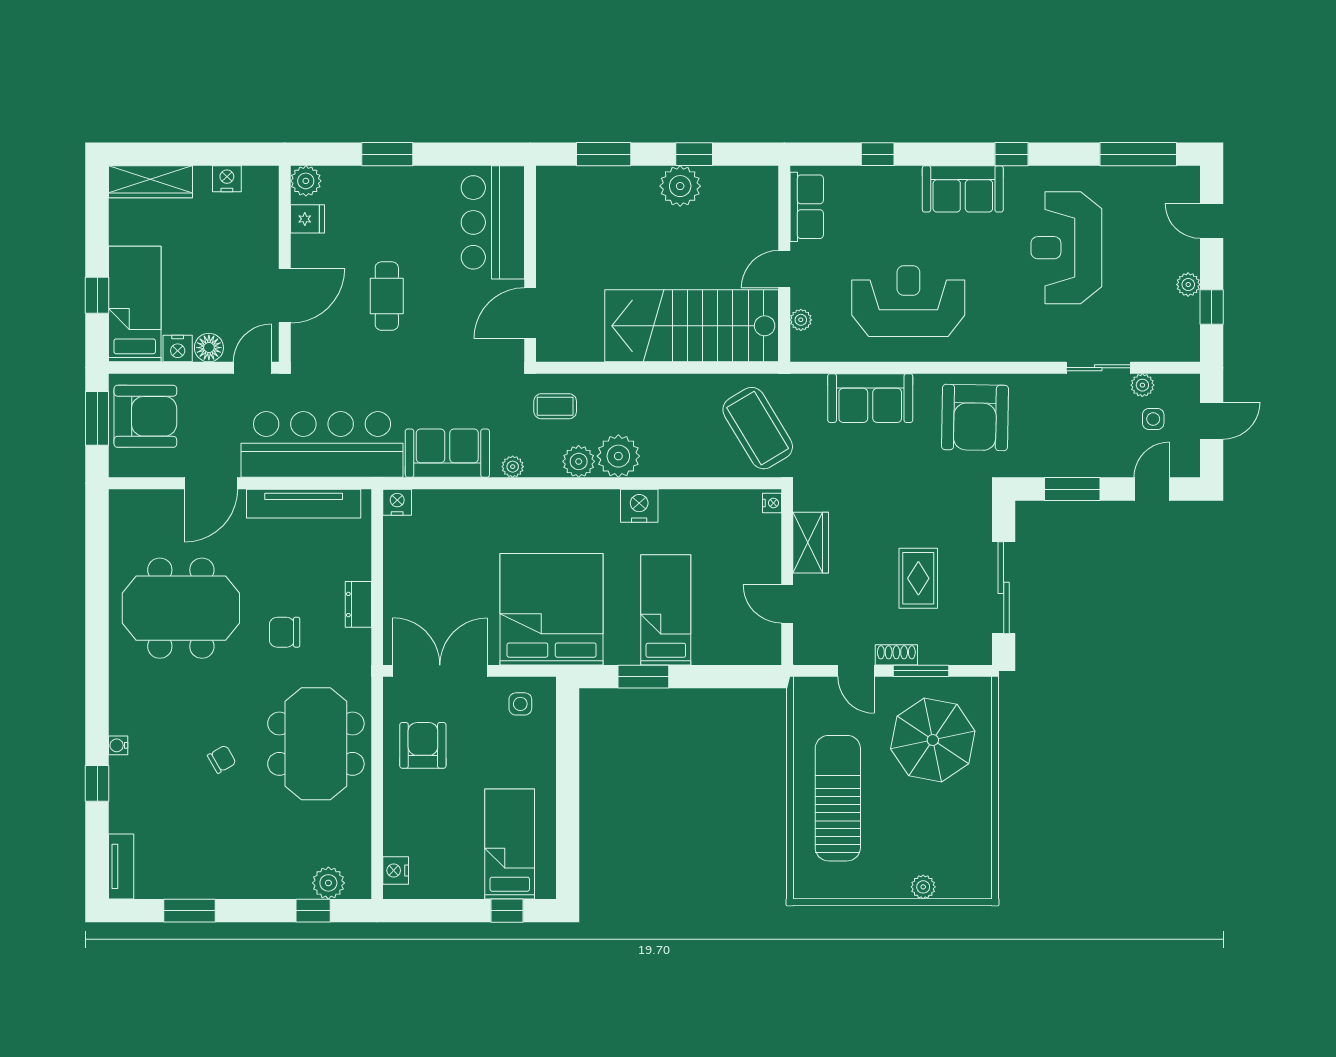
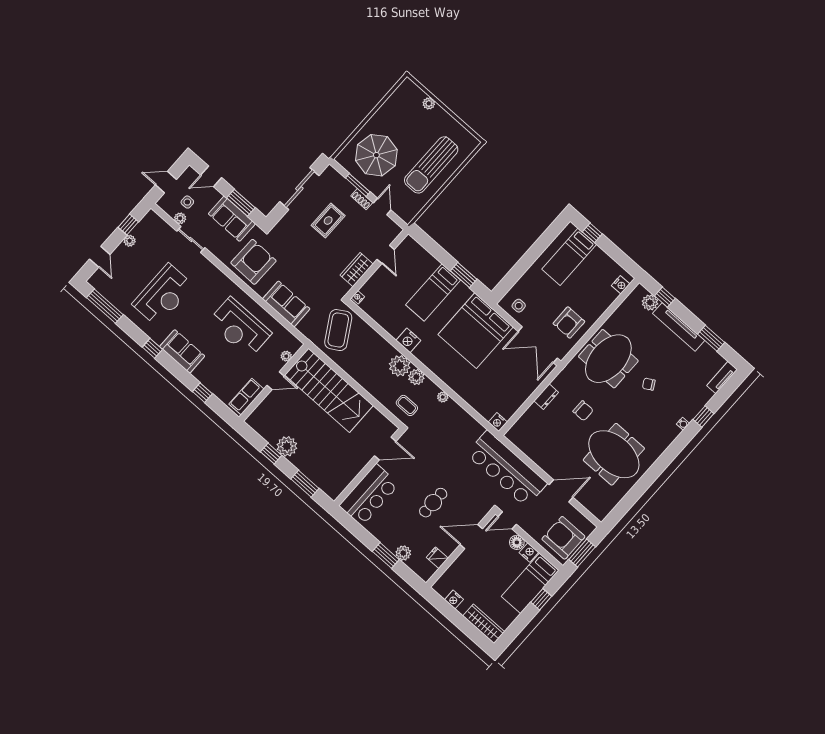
plant: (306, 181) -> (403, 553), moved
sofa: (447, 453) -> (232, 219), moved
tv unit: (304, 504) -> (679, 327), moved, turned 180

